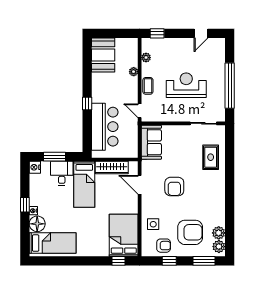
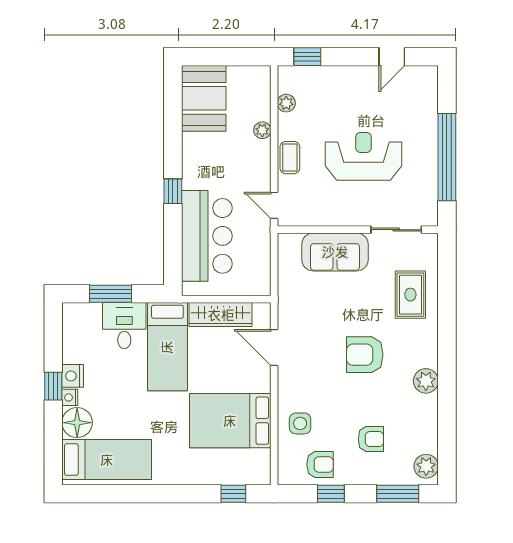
sofa: (151, 142) -> (335, 252), moved, turned 90
nightstand: (35, 167) -> (73, 376), moved
armchair: (174, 187) -> (365, 355), moved, turned 90
armchair: (190, 232) -> (371, 439), width x0.53, depth x0.53
plant: (219, 233) -> (426, 381), moved
bed: (124, 235) -> (230, 421), moved, turned -90

